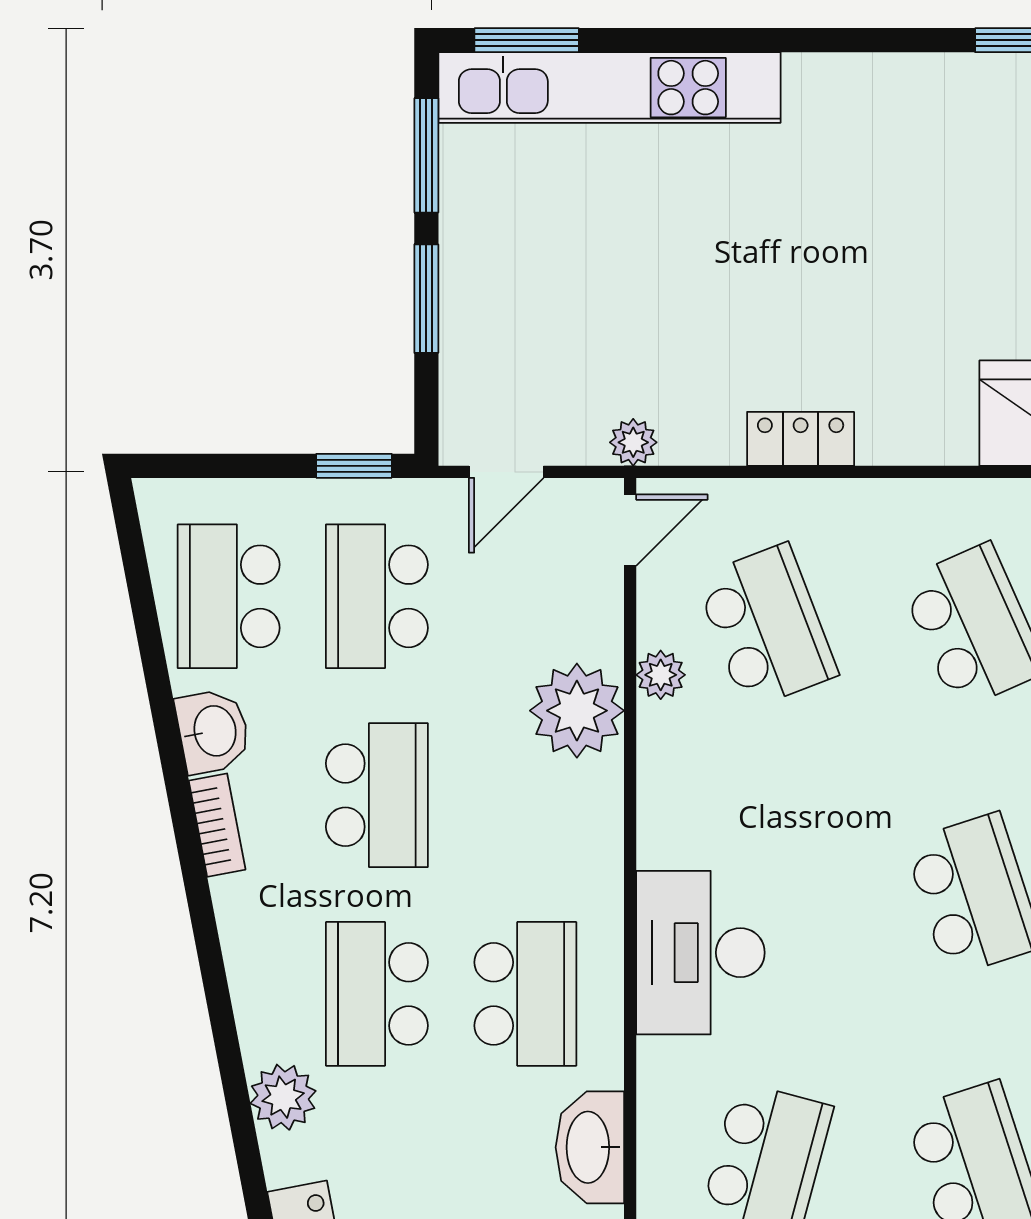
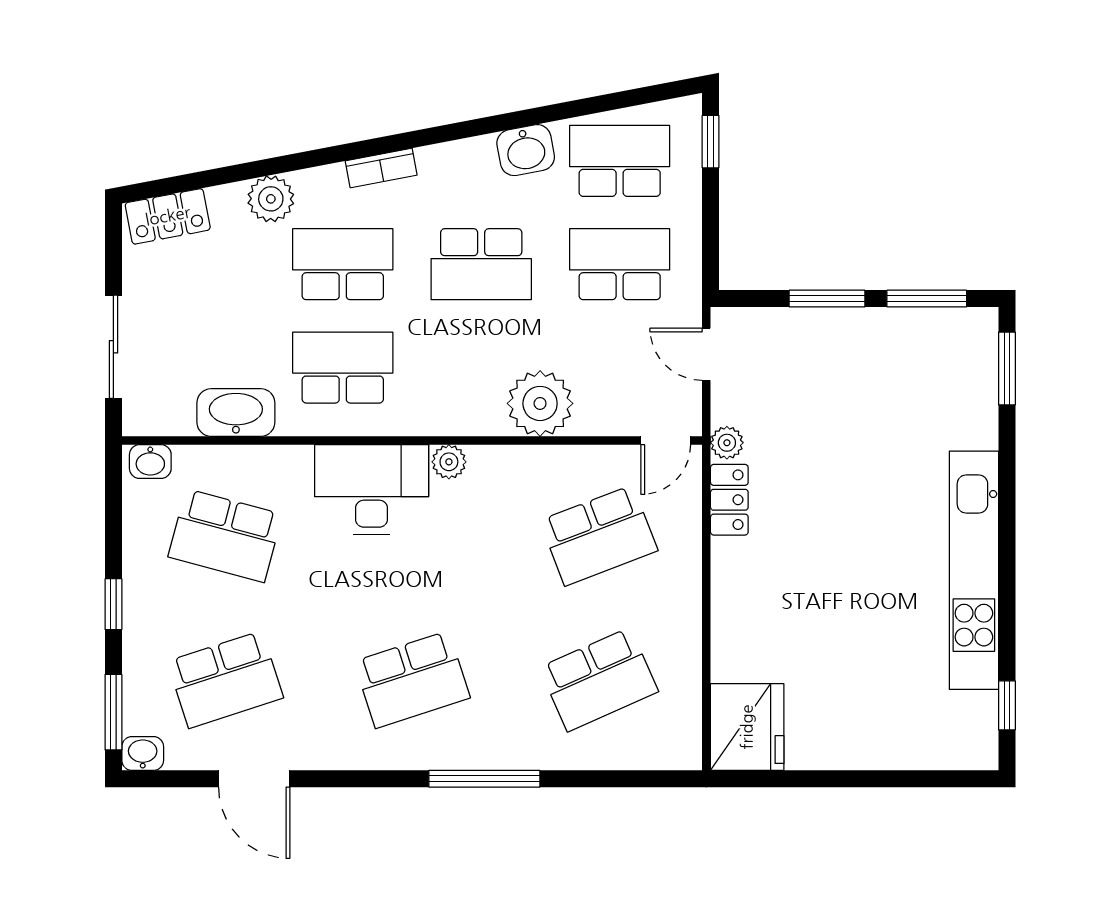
kitchen unit: (609, 88) -> (974, 570), moved
locker: (801, 439) -> (729, 500), moved
window: (354, 466) -> (710, 142), moved
door: (630, 530) -> (666, 441), hinge flipped
plant: (661, 675) -> (449, 462), moved
bookcase: (217, 825) -> (381, 168), moved
school desk: (525, 994) -> (343, 368), turned 180

